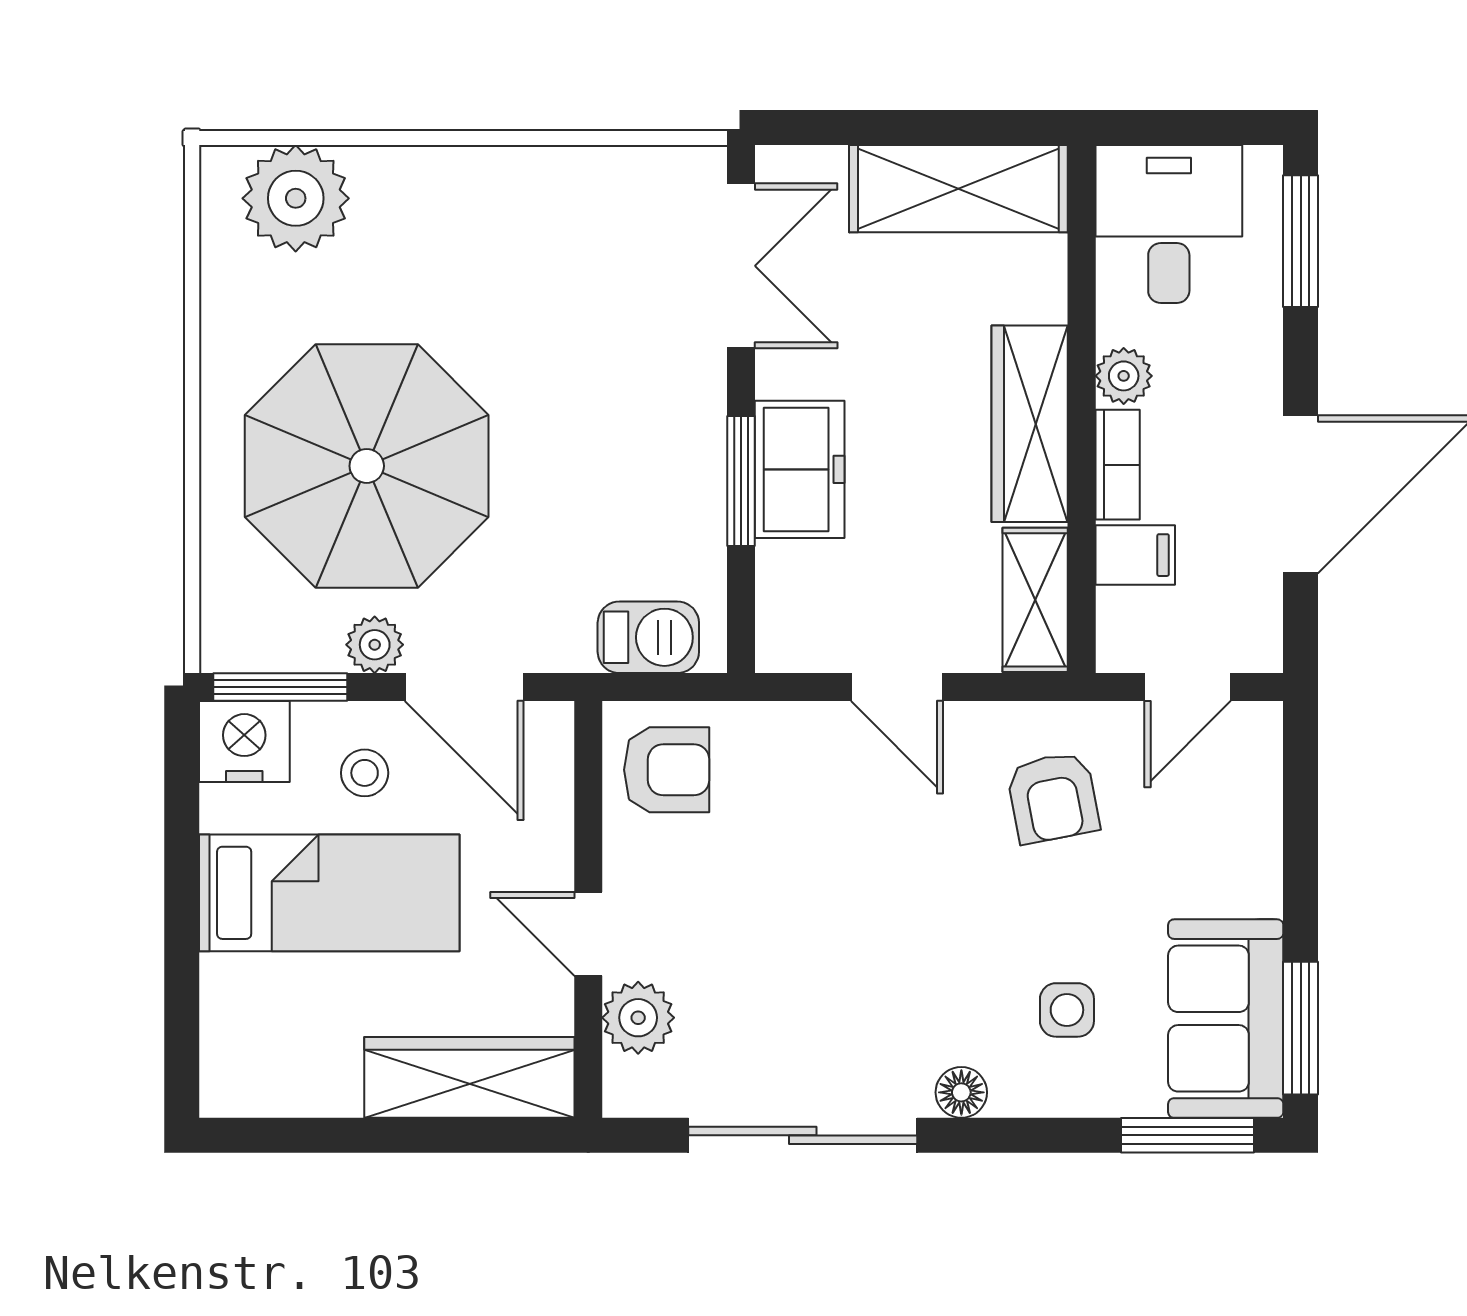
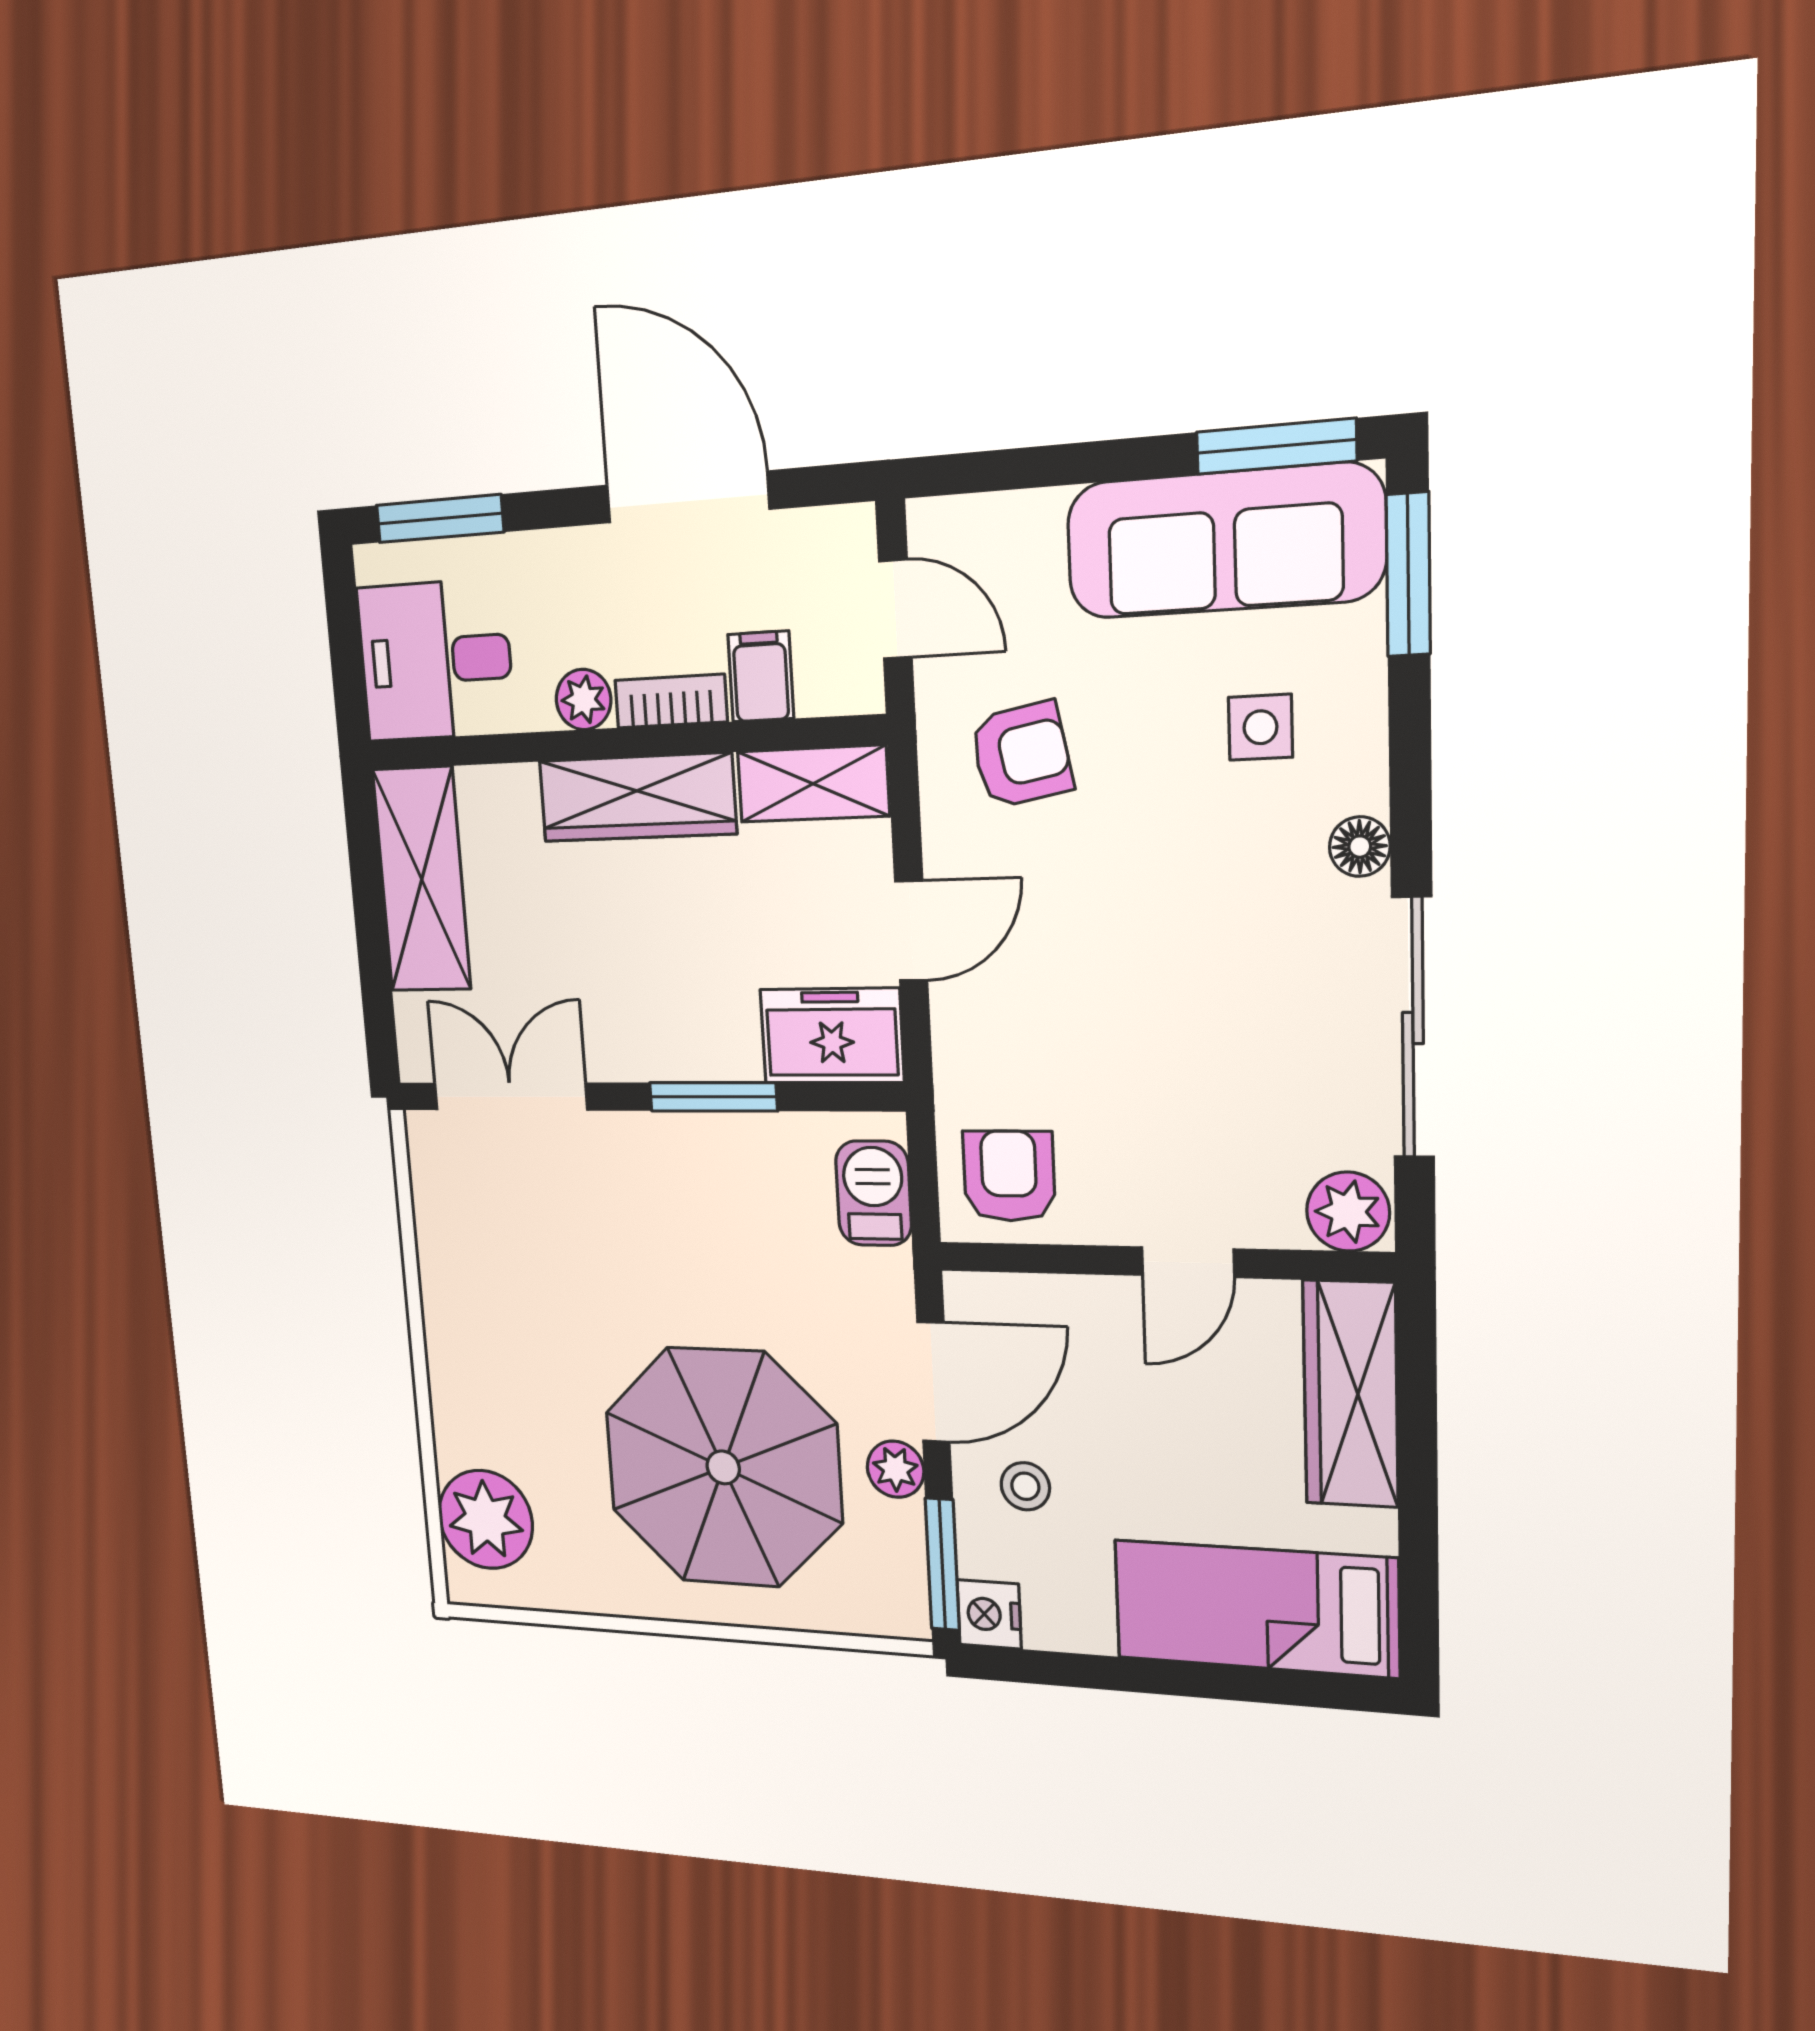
freezer: (800, 469) -> (832, 1036), moved
nightstand: (244, 742) -> (989, 1614), width x0.74, depth x0.75
bed: (329, 893) -> (1256, 1608), moved, turned -90
plant: (638, 1018) -> (1348, 1212), moved
sofa: (1226, 1019) -> (1224, 541), width x1.36

